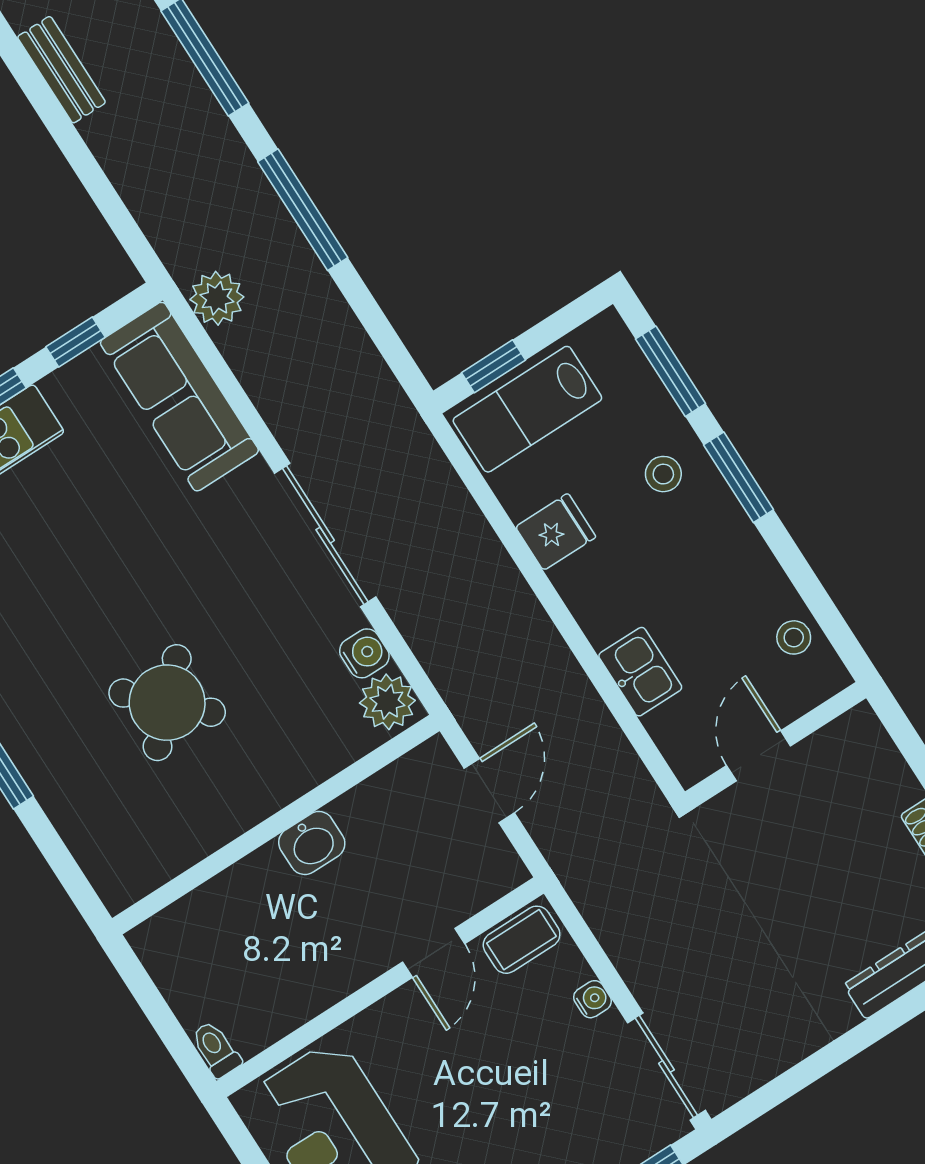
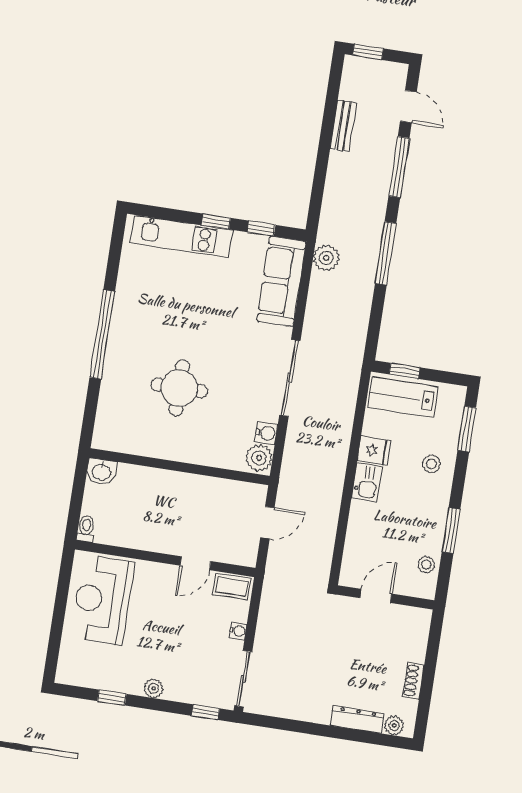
window: (739, 477) -> (451, 531), moved
kitchen sink: (640, 672) -> (367, 482), moved
round table: (167, 703) -> (179, 388), turned 45
washbasin: (312, 843) -> (101, 472), moved

